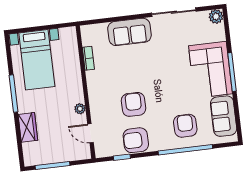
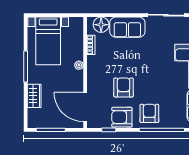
floor lamp: (98, 33) -> (101, 25), added
plant: (80, 109) -> (79, 65), moved
armchair: (185, 126) -> (149, 113), moved
door: (90, 133) -> (85, 107), width x1.87

